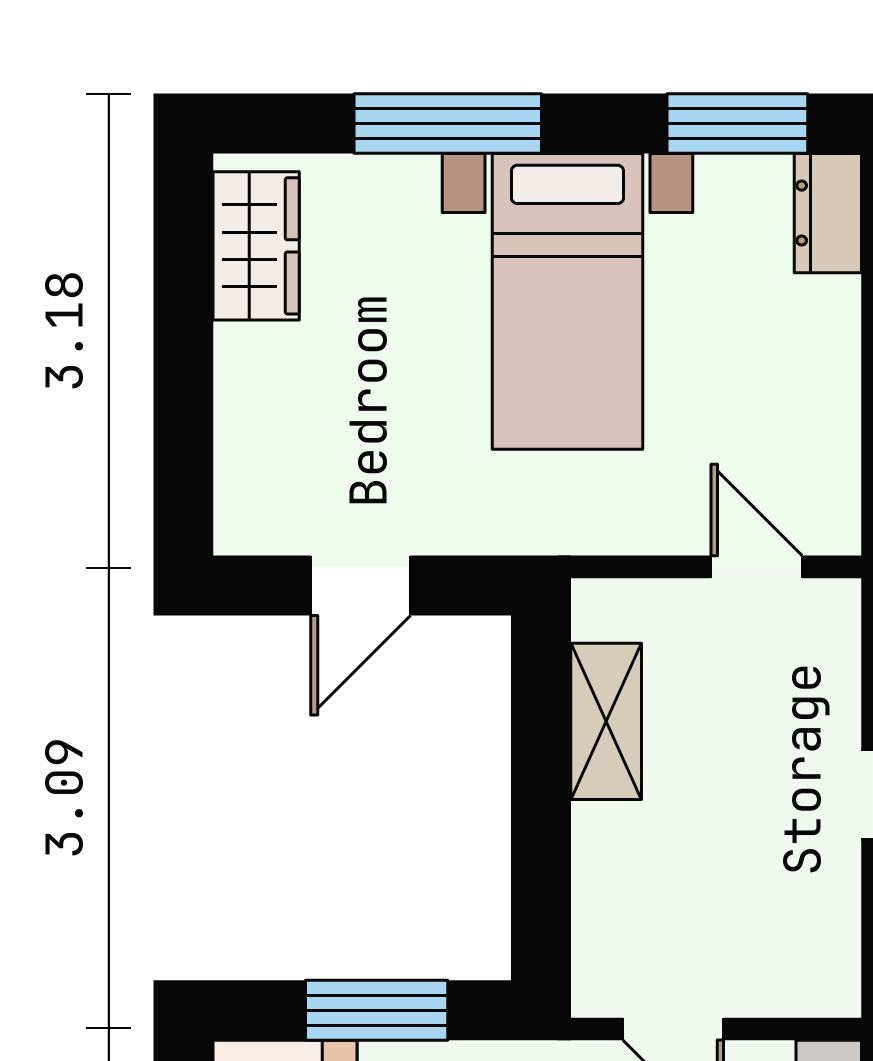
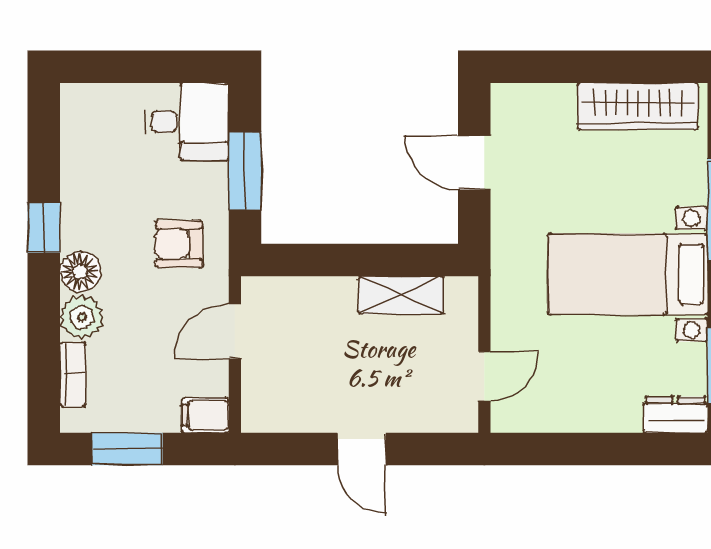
wardrobe: (256, 246) -> (638, 106), width x1.50

